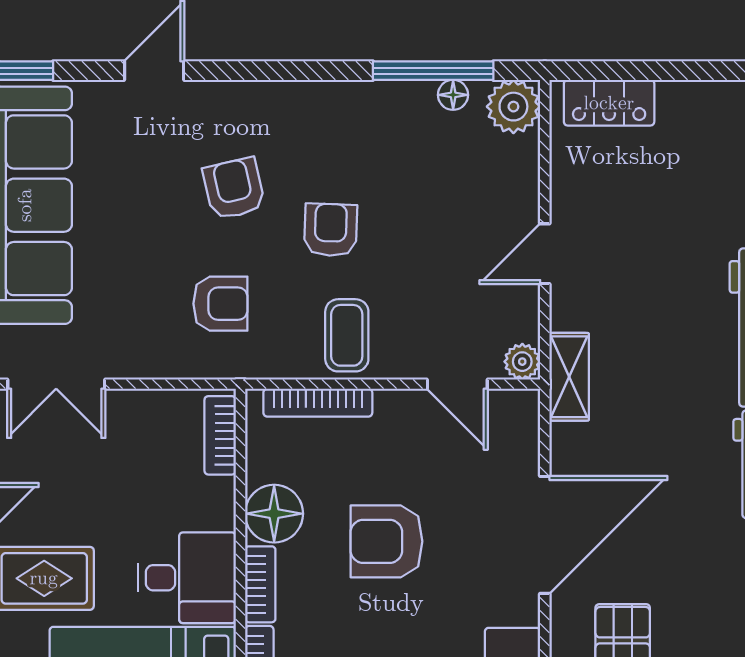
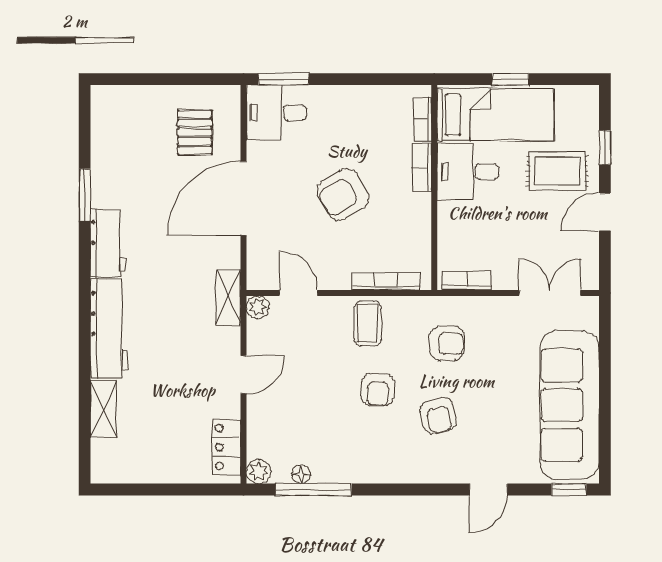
locker: (609, 103) -> (226, 447), moved, turned -90
plant: (513, 107) -> (259, 472), width x0.73, depth x0.73
armchair: (220, 304) -> (447, 343), turned 180
bookcase: (220, 435) -> (467, 280), moved, turned -90
floor lamp: (274, 514) -> (413, 212), removed
armchair: (386, 541) -> (343, 194), turned 149

